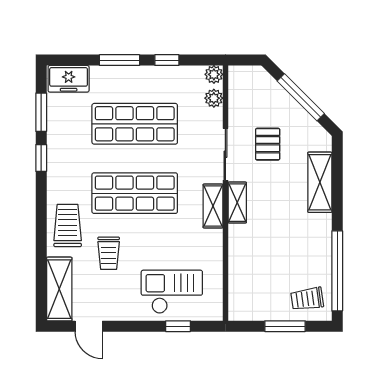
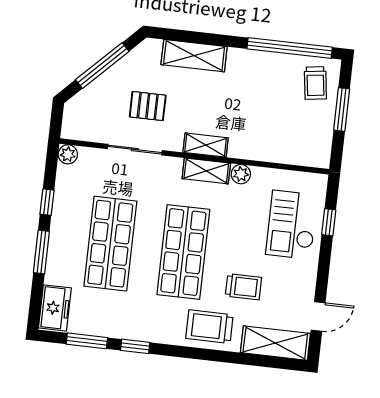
plant: (214, 98) -> (241, 174), moved
sliding door: (225, 154) -> (135, 150), moved

